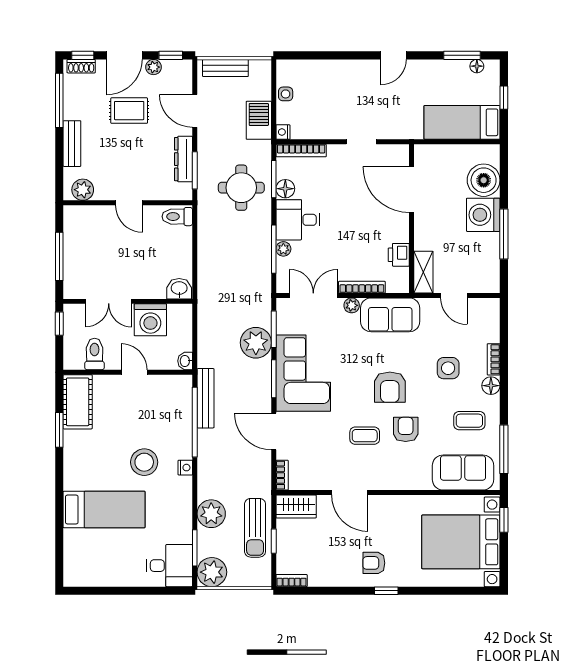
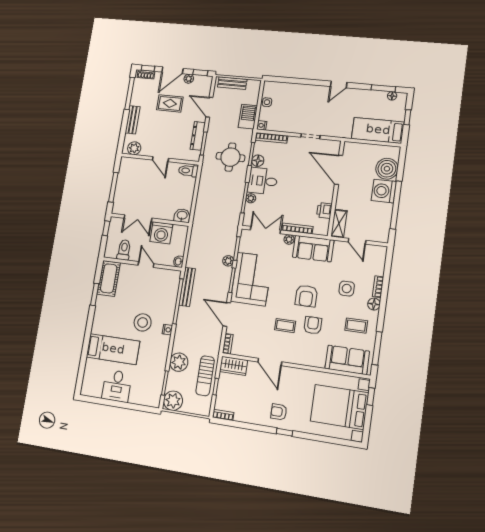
window: (504, 234) -> (396, 205), width x1.46
plant: (256, 343) -> (228, 261), width x0.53, depth x0.53
desk: (170, 566) -> (117, 386), moved, turned 90

